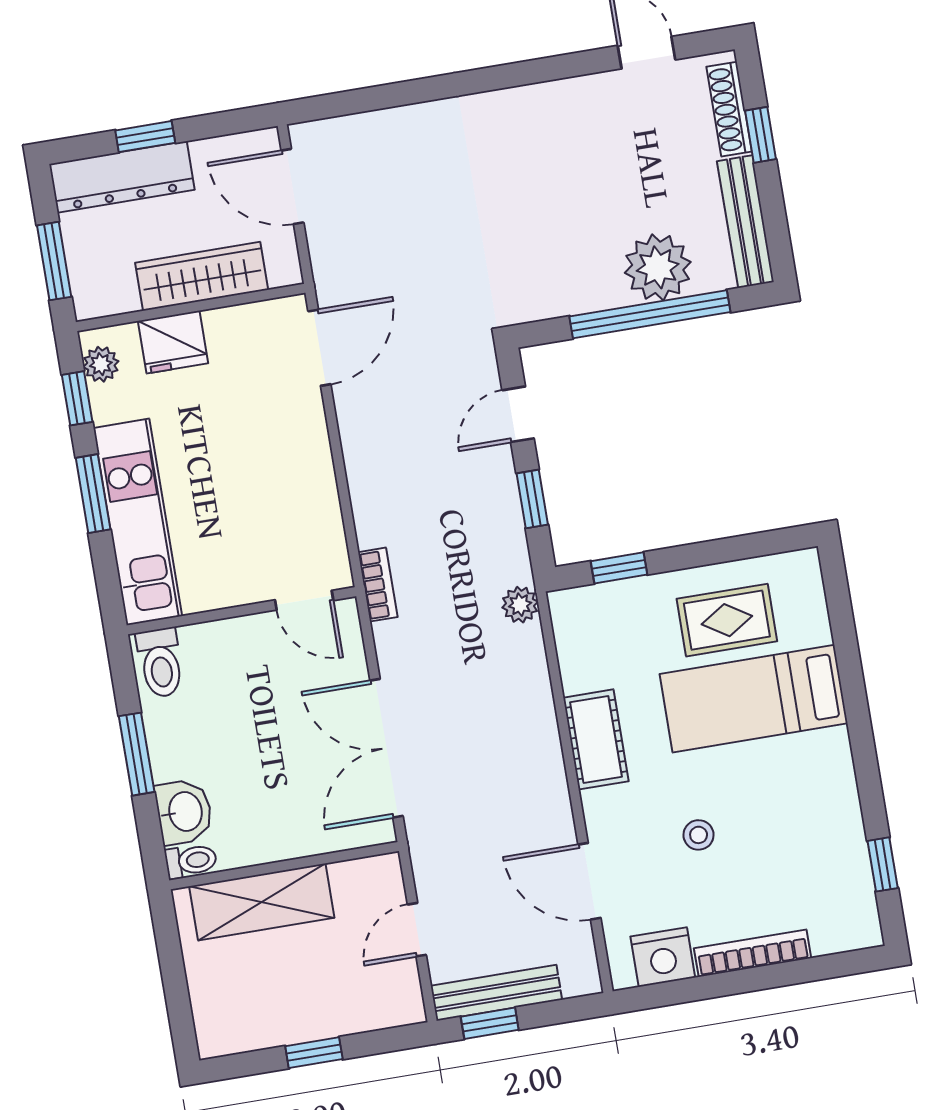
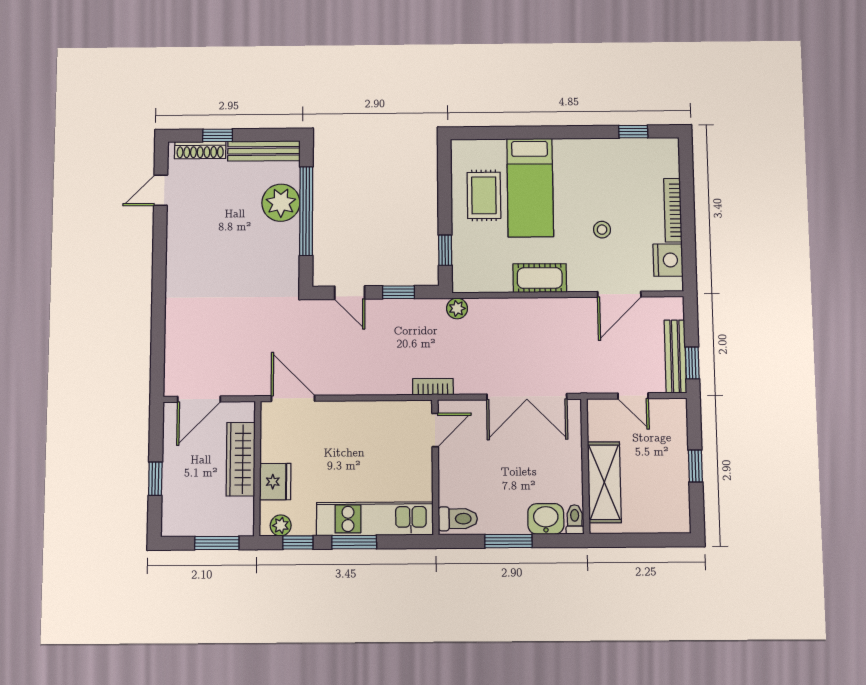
dresser: (122, 177) -> (176, 496), removed

